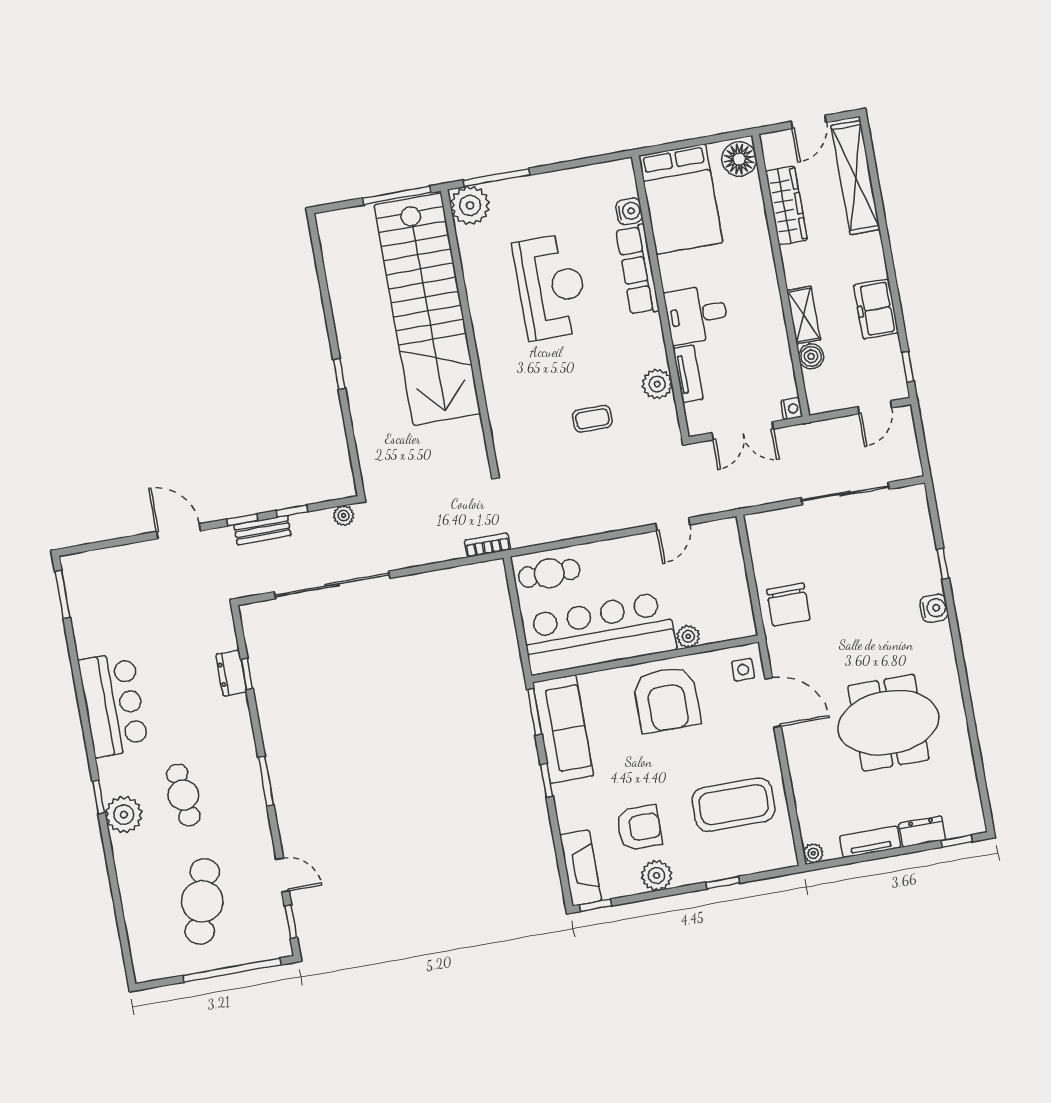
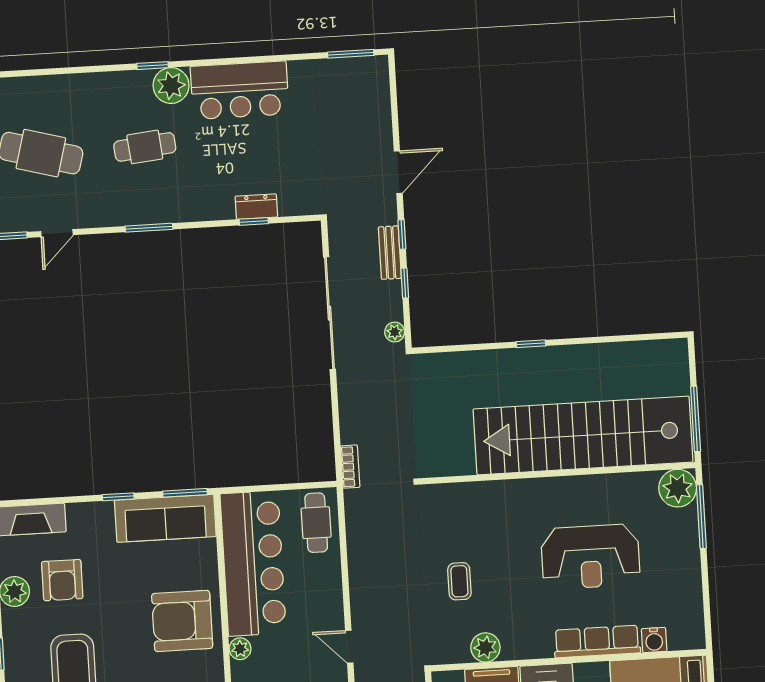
plant: (124, 815) -> (171, 86), moved

